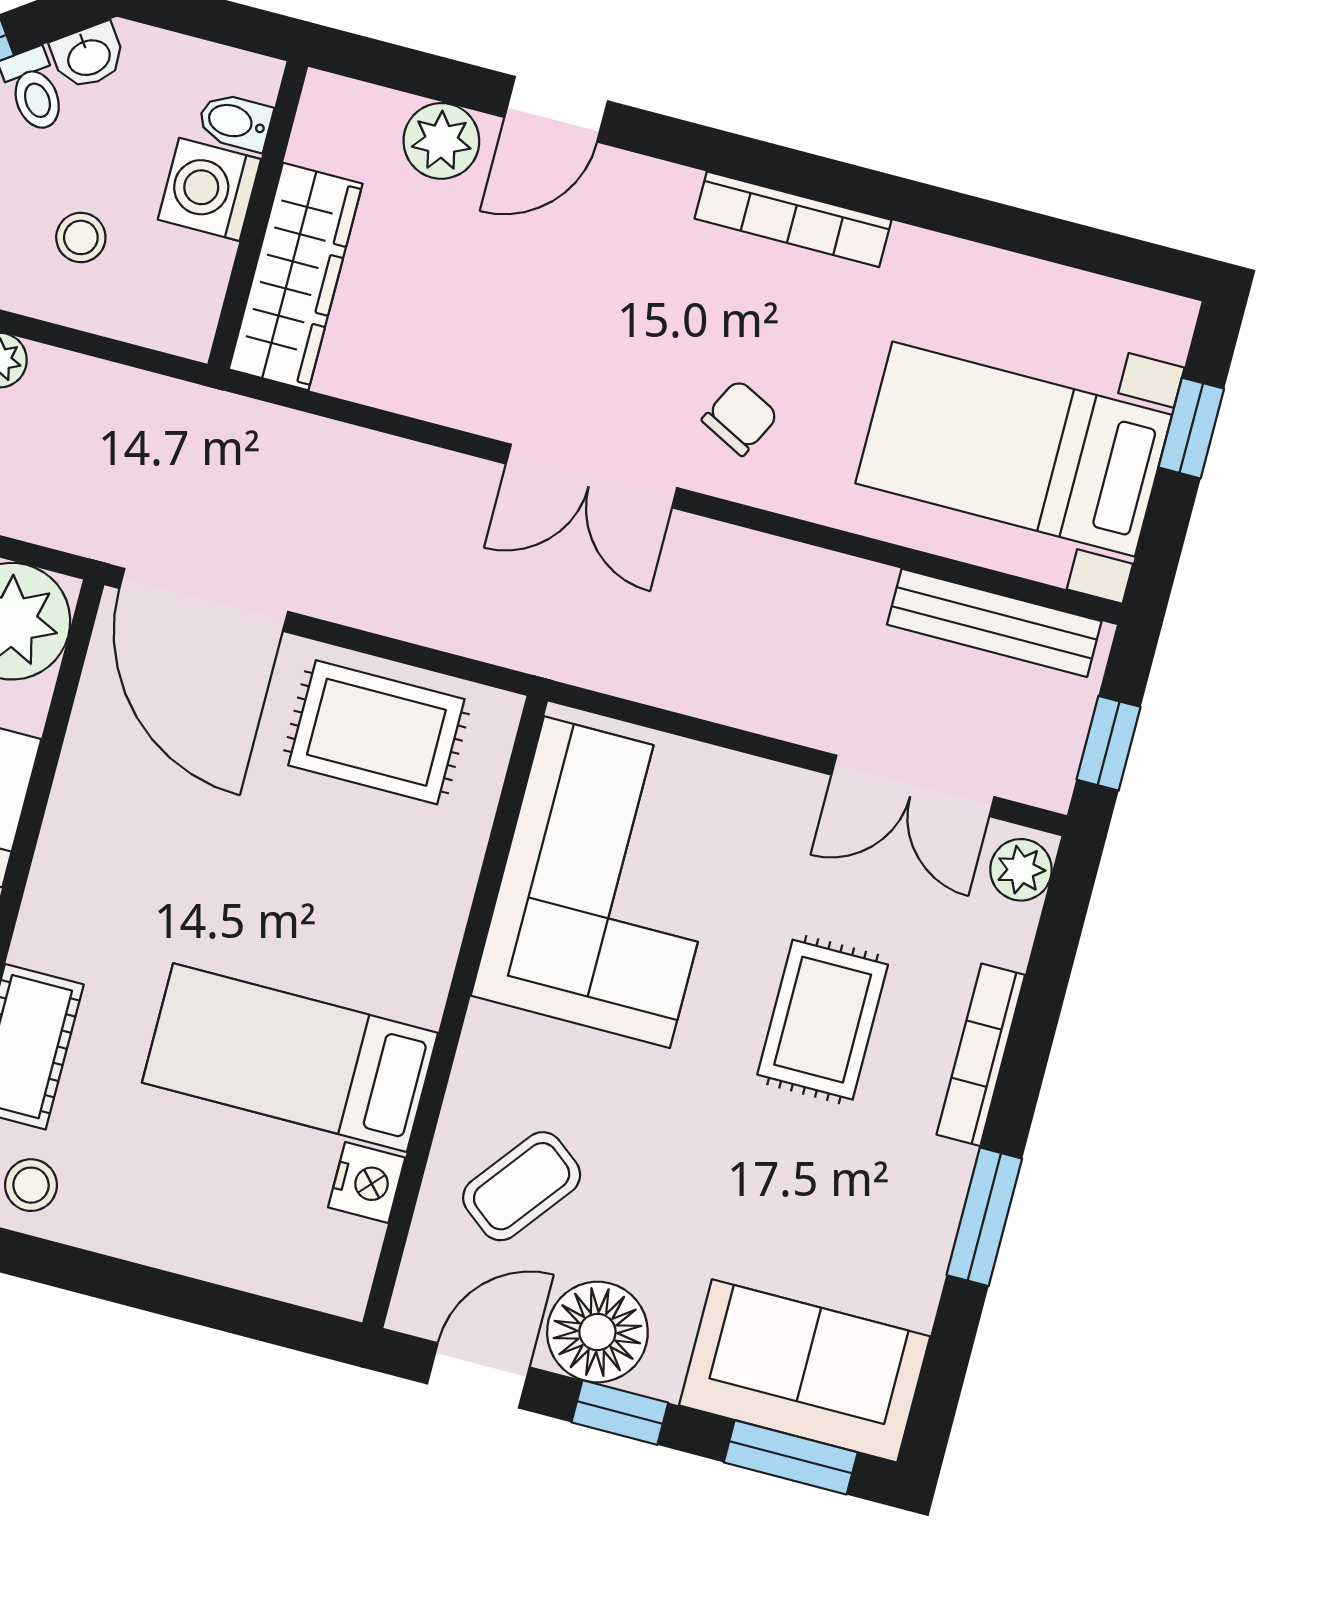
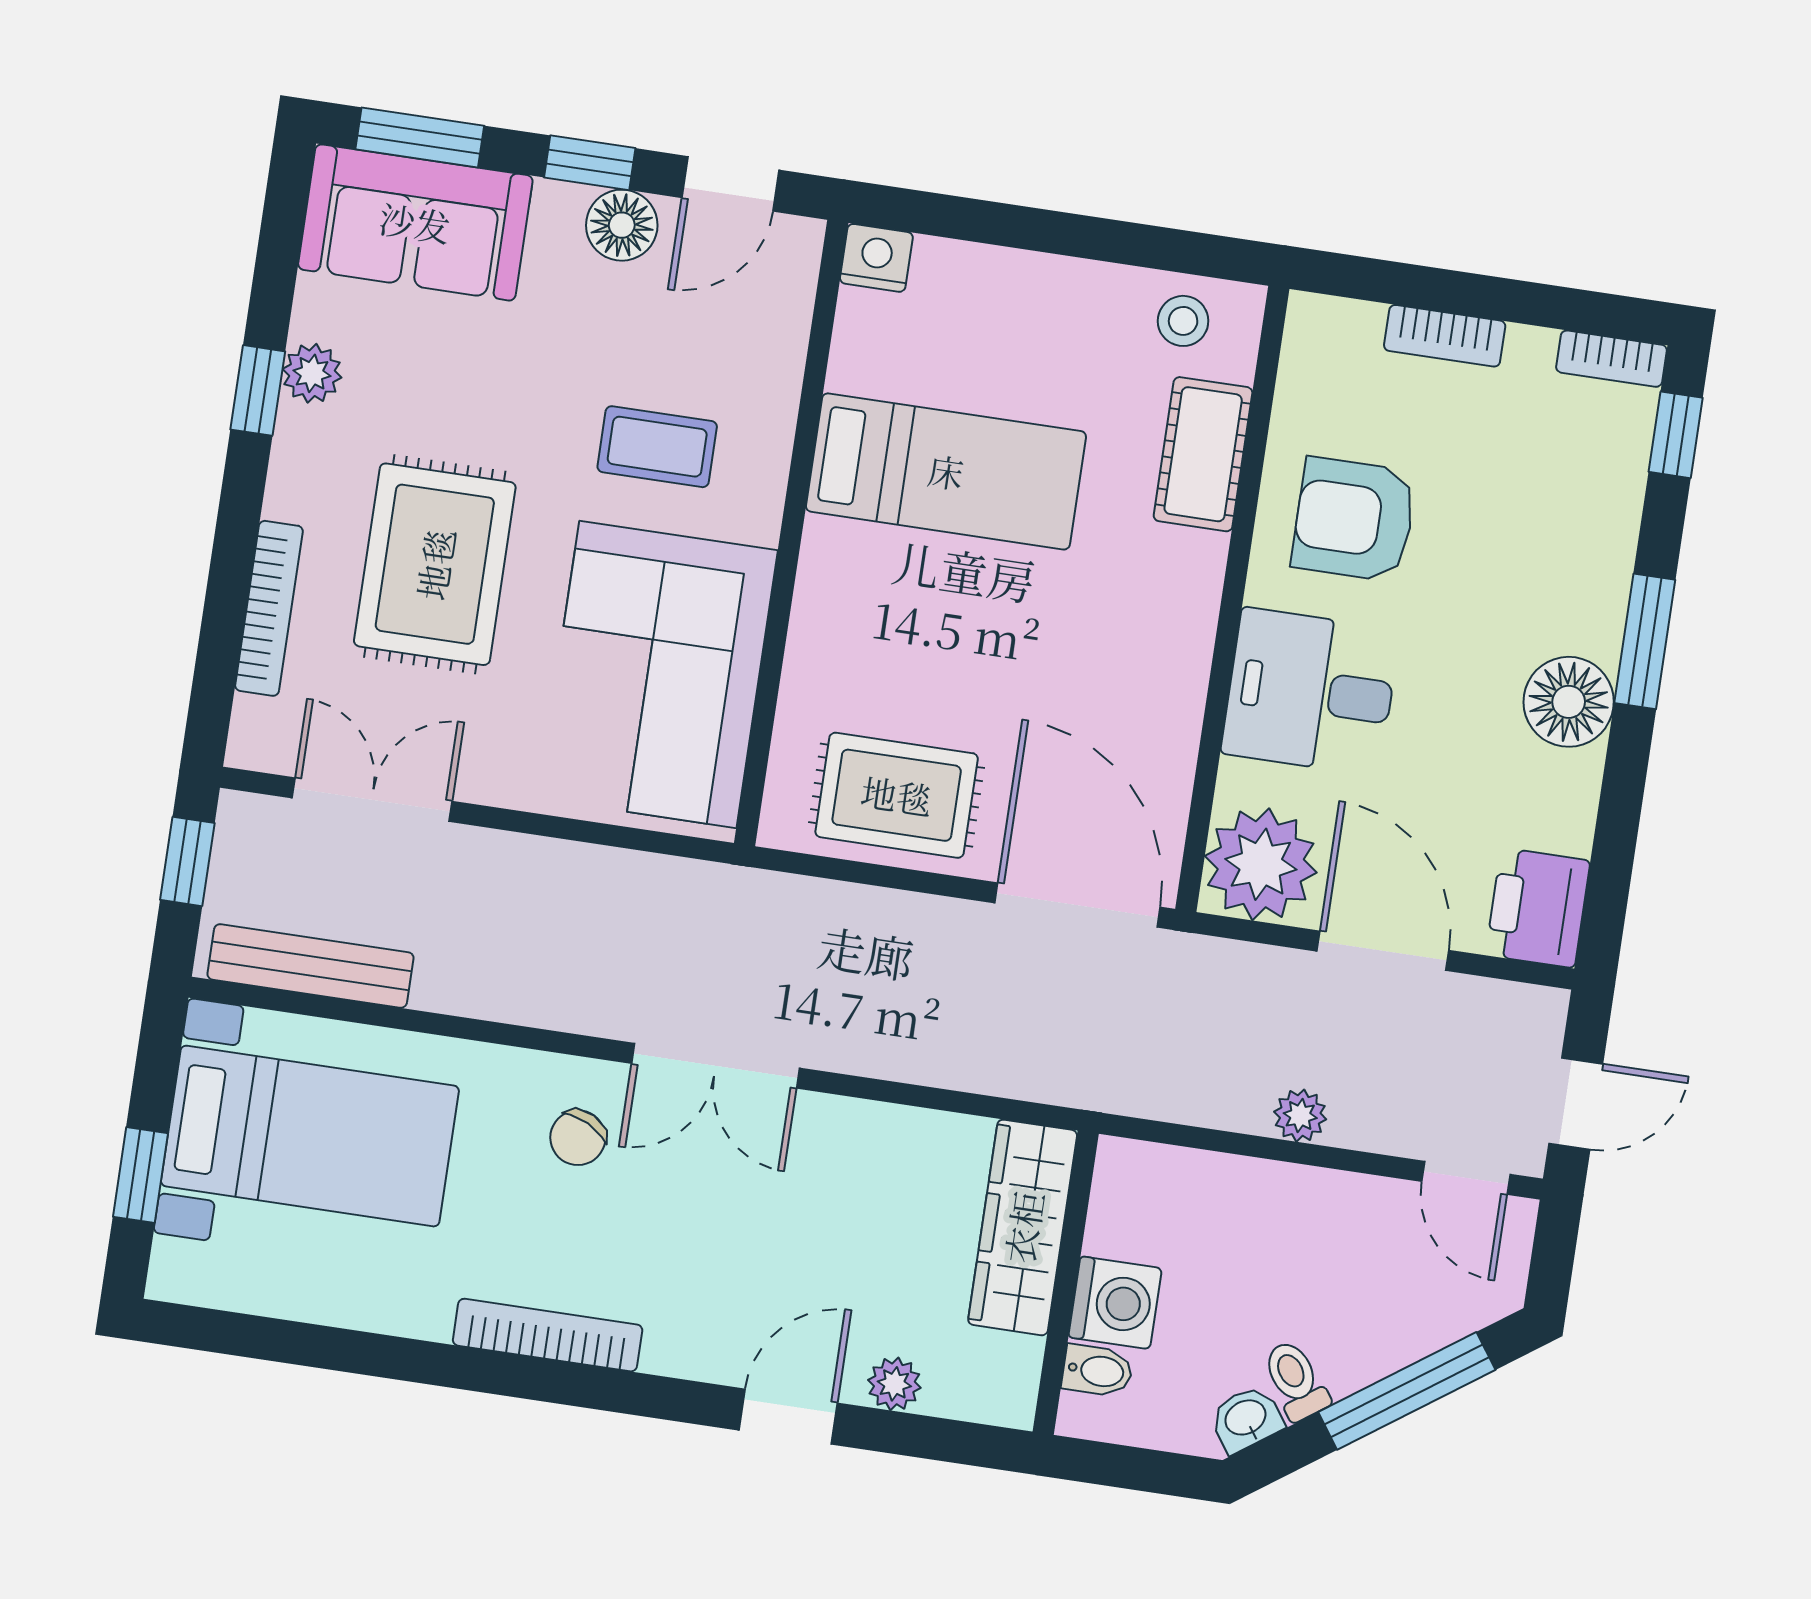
plant: (441, 141) -> (894, 1384), width x0.73, depth x0.73
stool: (81, 237) -> (1234, 1243), removed
double door: (591, 476) -> (715, 1066), swing flipped
plant: (1021, 870) -> (312, 373), moved
rug: (823, 1020) -> (435, 564), width x1.36, depth x1.43
bookcase: (981, 1055) -> (269, 608), moved
nightstand: (367, 1183) -> (876, 258), moved, turned 90
coffee table: (522, 1186) -> (657, 447), moved, turned 52
window: (984, 1217) -> (258, 390), width x0.67
floor lamp: (597, 1332) -> (622, 225), width x0.73, depth x0.73

